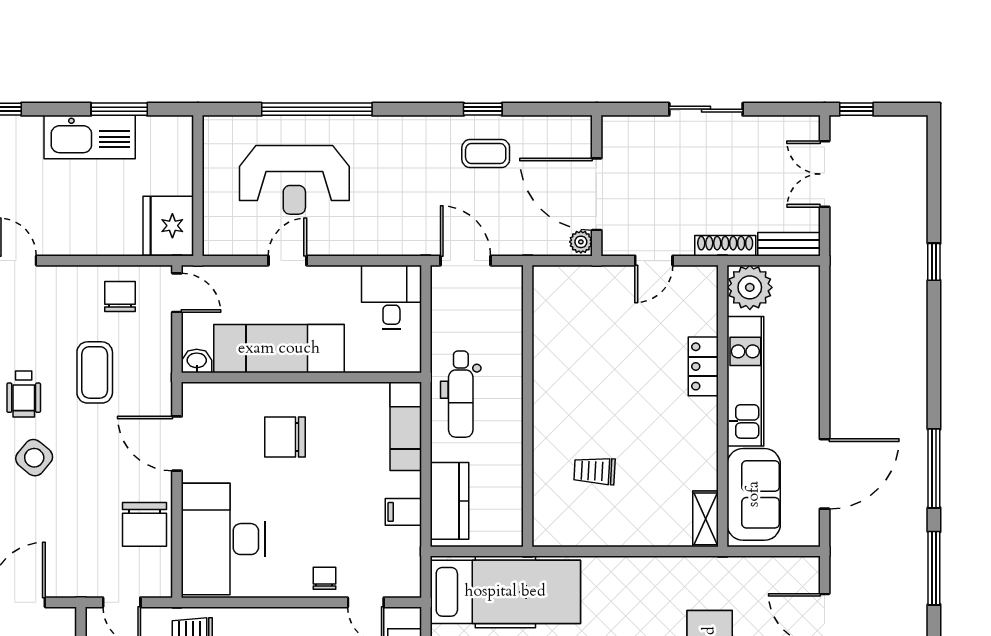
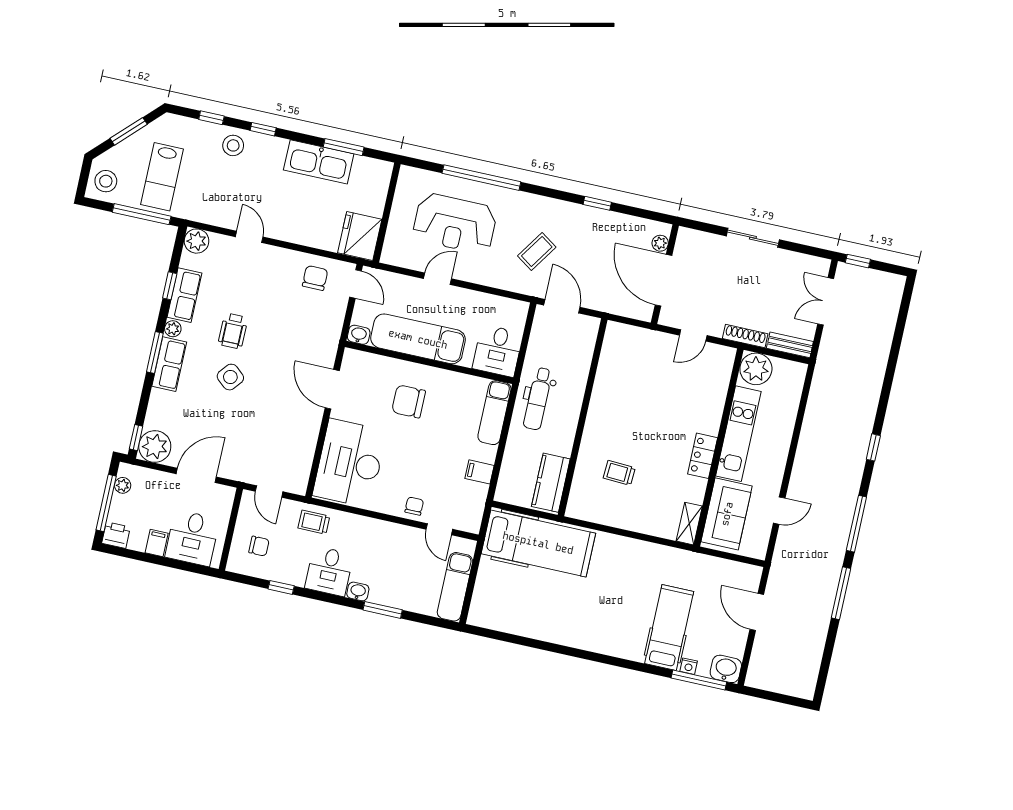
coffee table: (486, 154) -> (537, 251), moved, turned -56
plant: (581, 242) -> (660, 243), moved
window: (934, 262) -> (873, 447), moved
desk: (391, 297) -> (498, 351), moved, turned 180
locker: (703, 366) -> (703, 456), moved
coffee table: (95, 372) -> (286, 327), removed
door: (825, 474) -> (779, 511), width x0.53
kitchen counter: (449, 501) -> (551, 483), moved, turned 180
chair: (145, 524) -> (297, 441), removed

